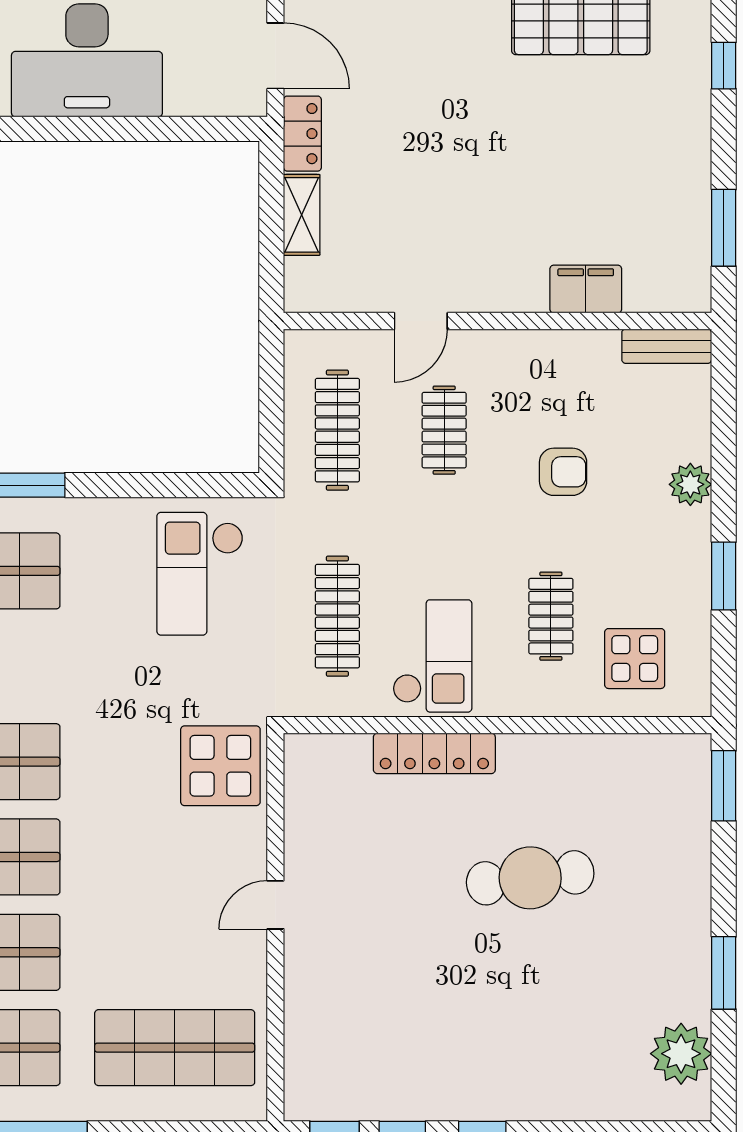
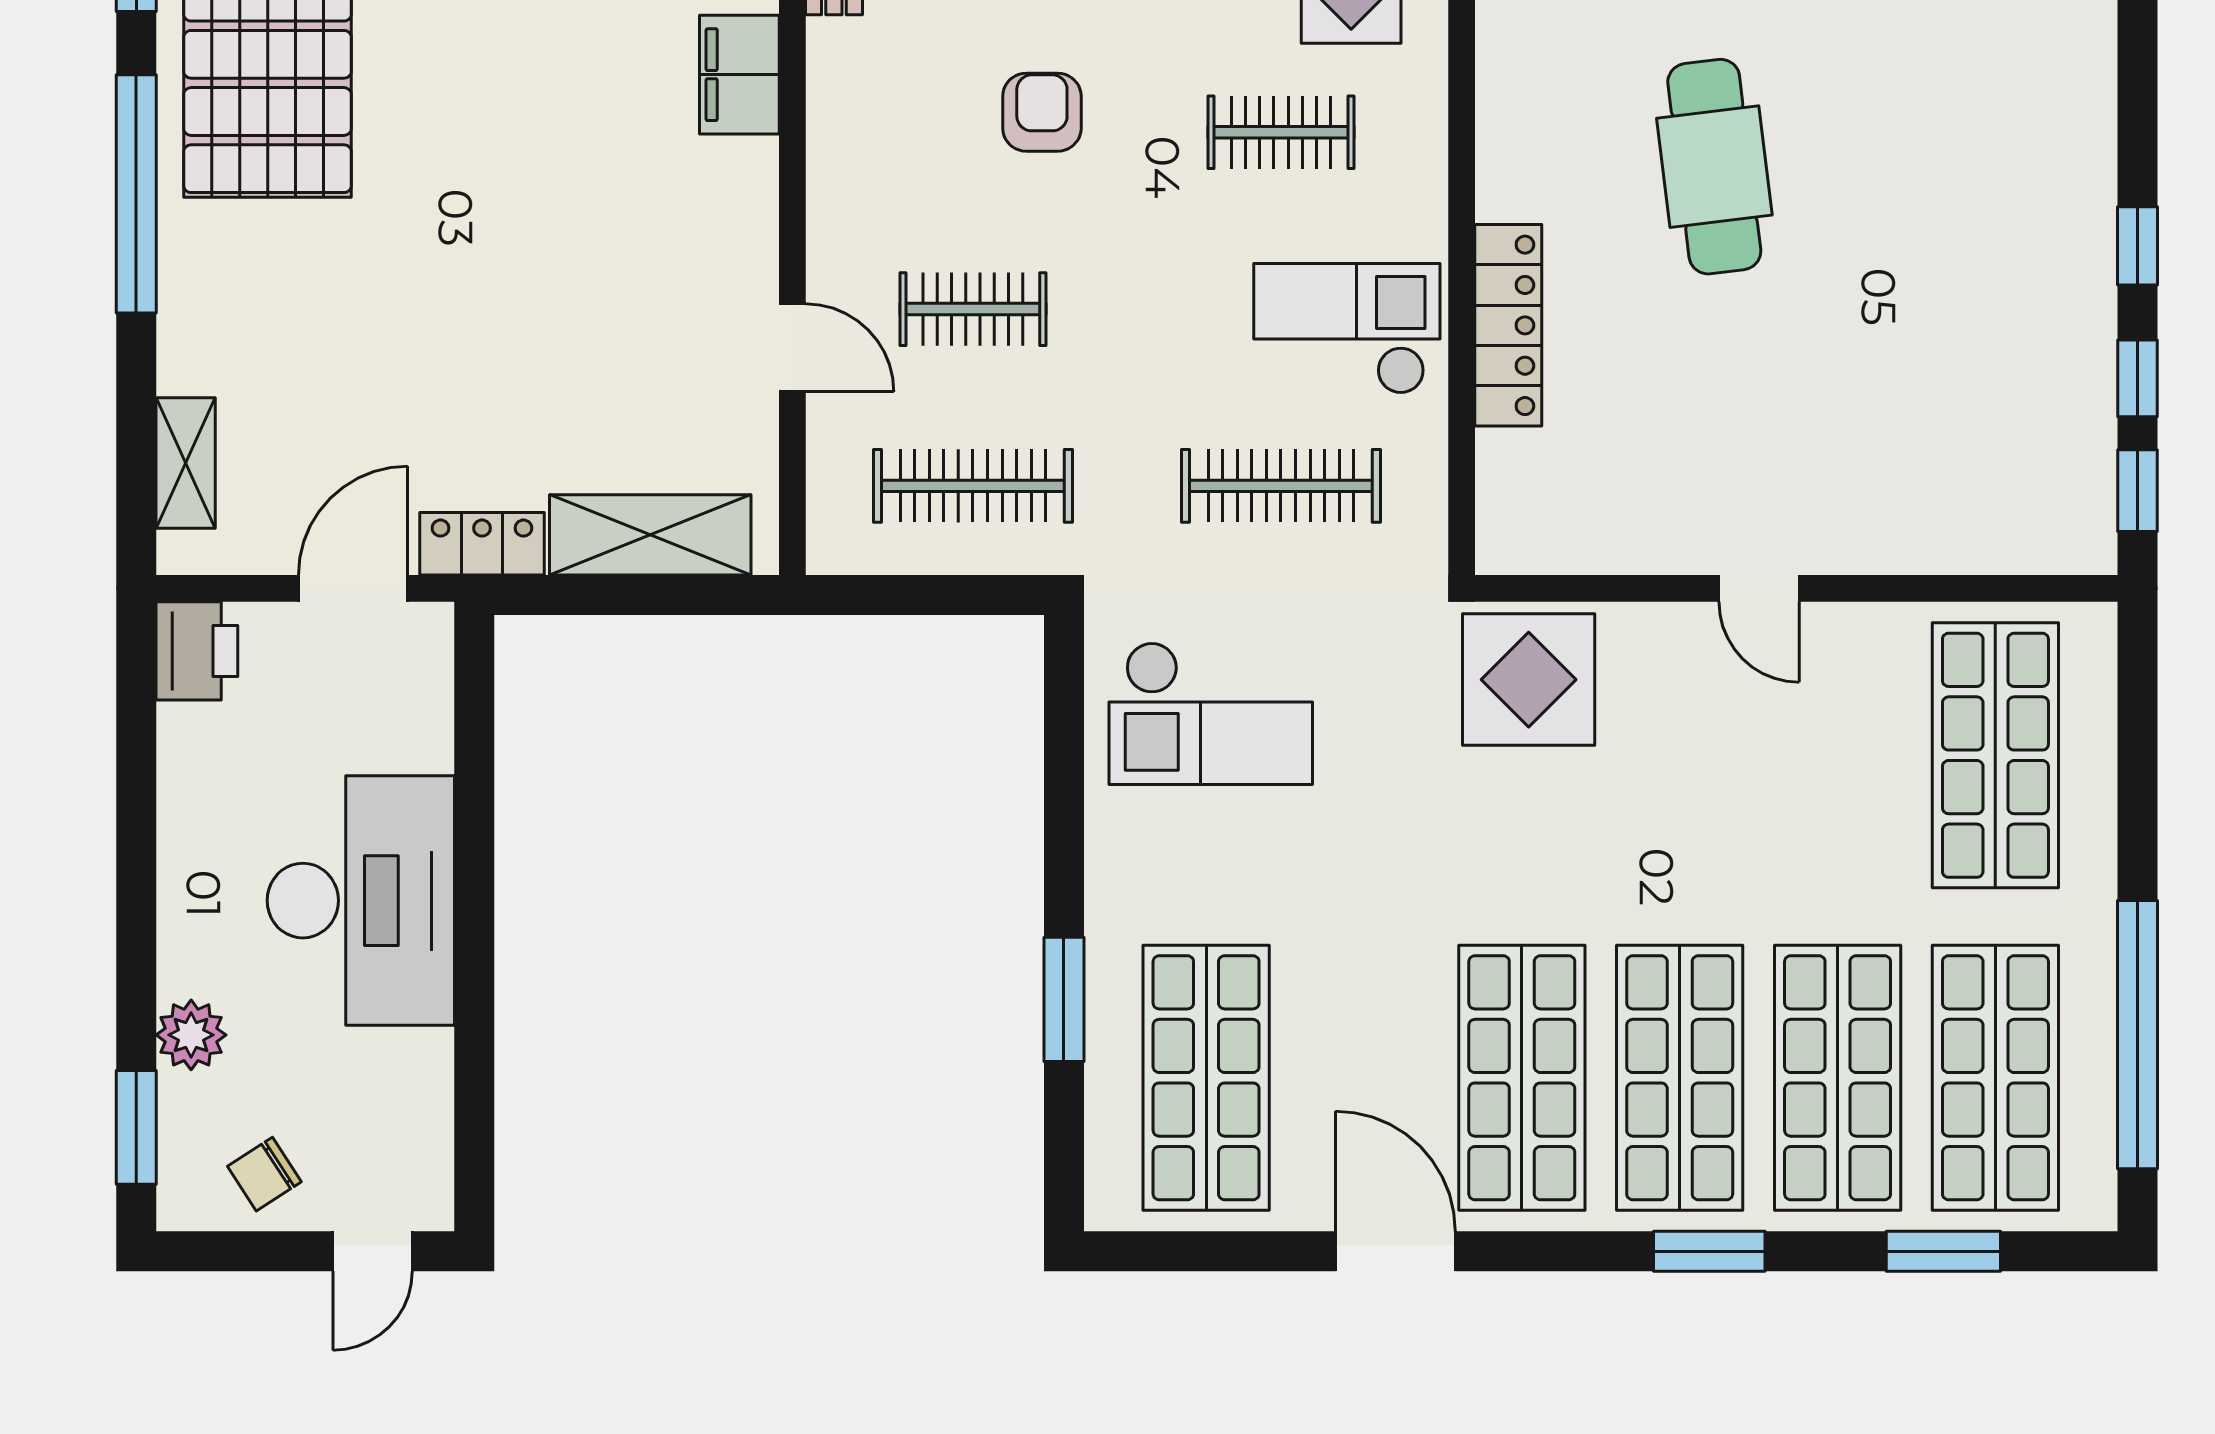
shelving: (302, 215) -> (650, 535), width x1.50, depth x1.33

